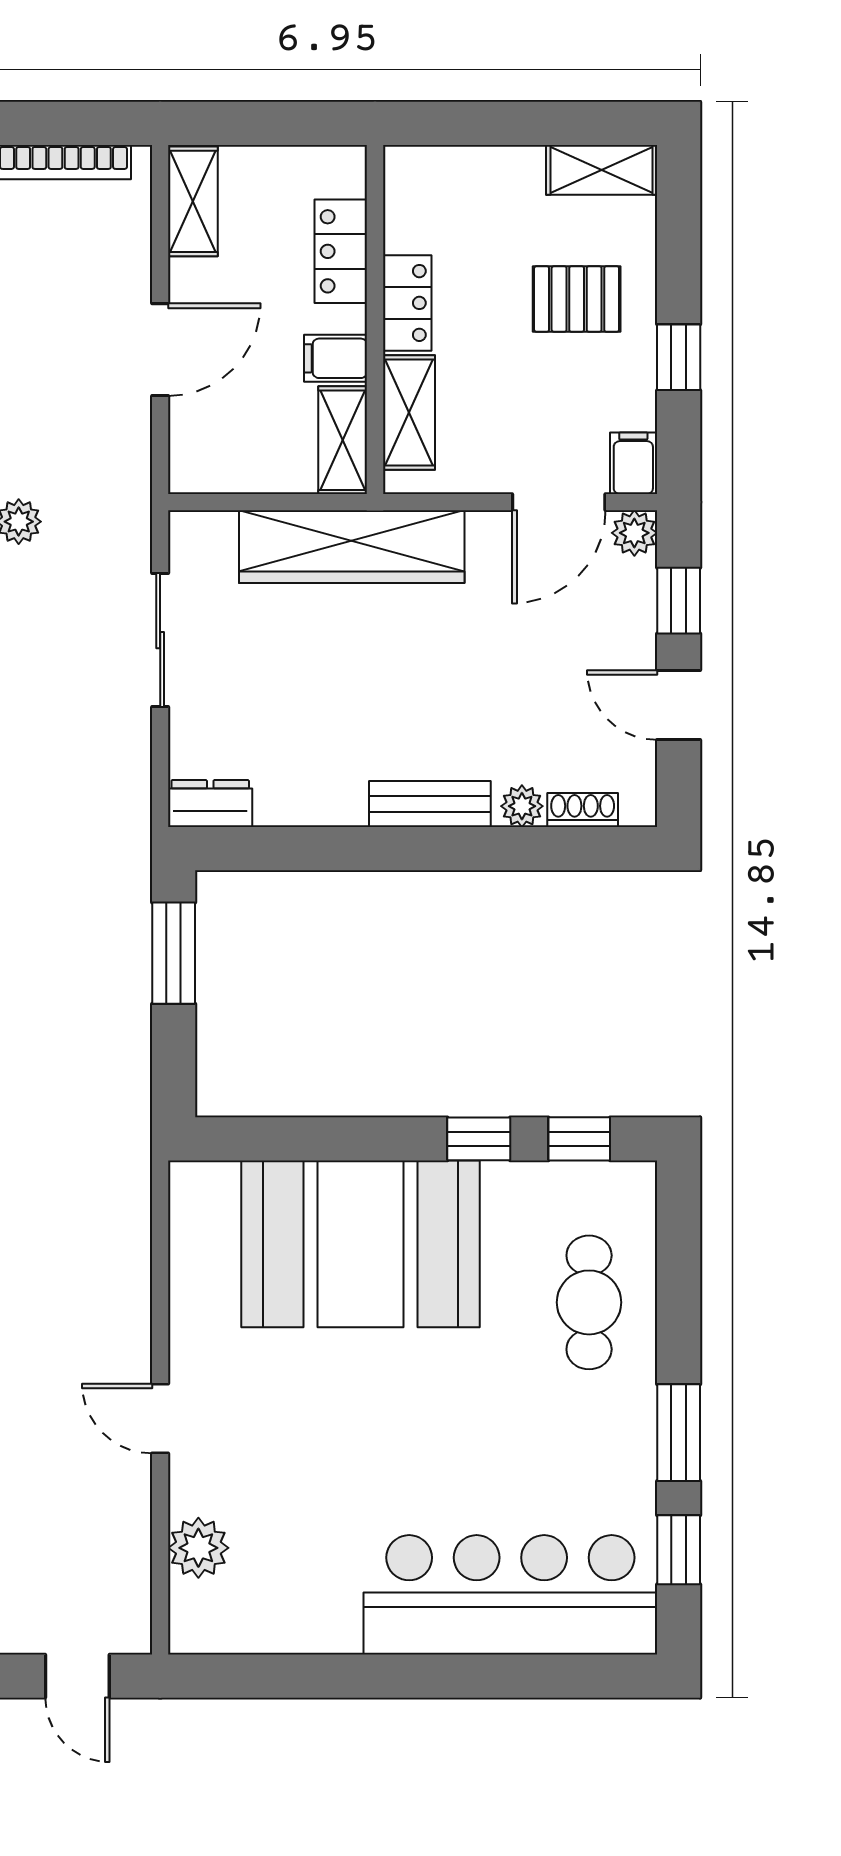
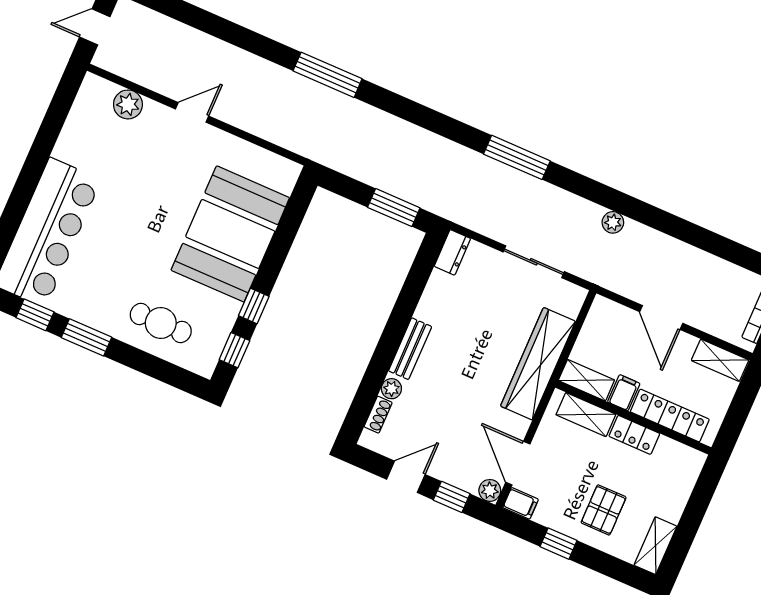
locker: (341, 251) -> (670, 416), width x1.53

